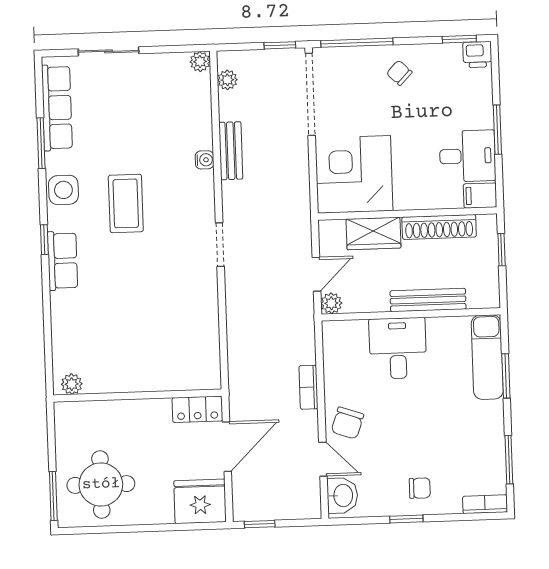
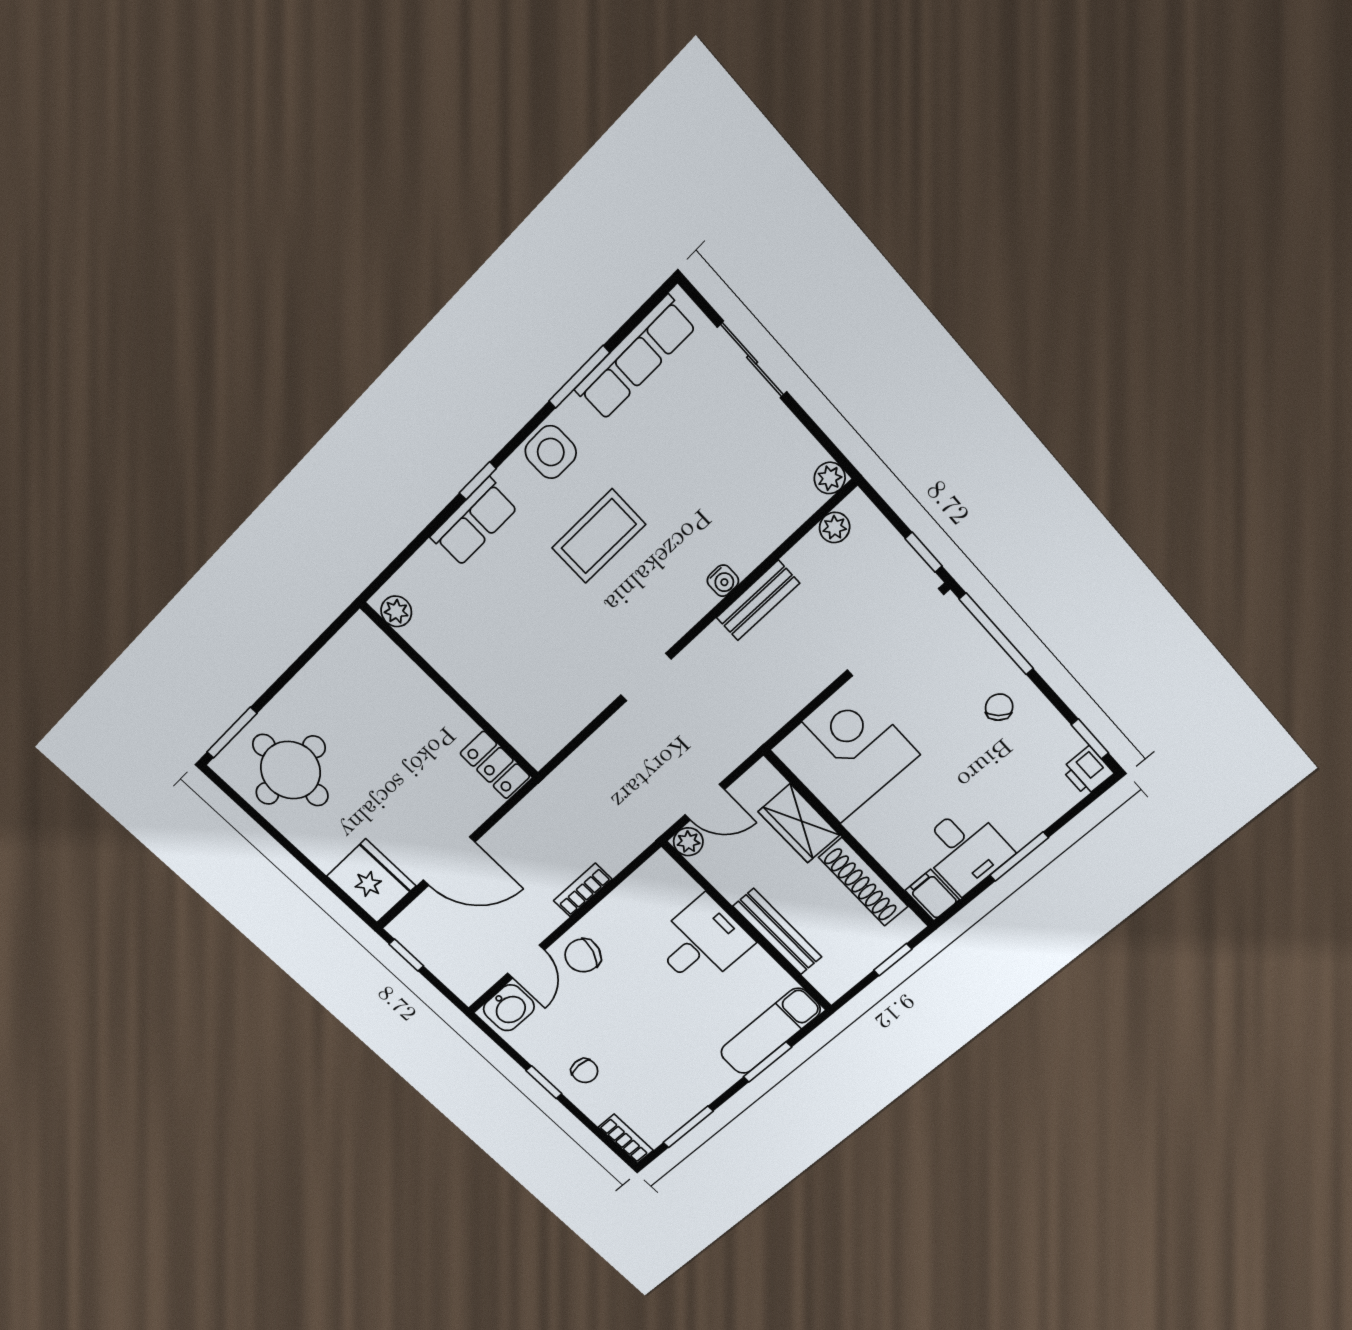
plant: (72, 384) -> (396, 611), moved
wall: (137, 396) -> (450, 691), moved
locker: (197, 409) -> (495, 765), moved

